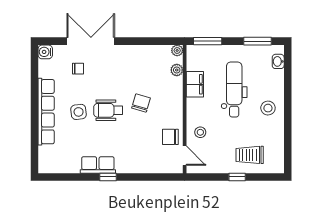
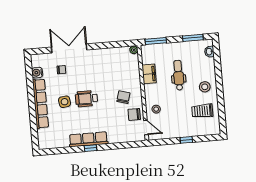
water cooler: (45, 52) -> (37, 73), moved
plant: (177, 70) -> (135, 64), removed
dental chair: (234, 89) -> (179, 75), width x0.73, depth x0.72
chair: (141, 103) -> (123, 97), moved
trolley: (250, 155) -> (202, 111), moved
row of seats: (98, 165) -> (88, 139), width x1.48

